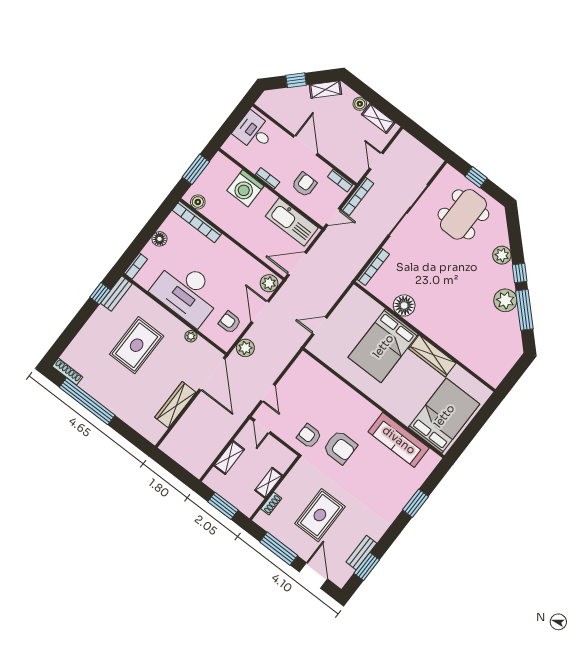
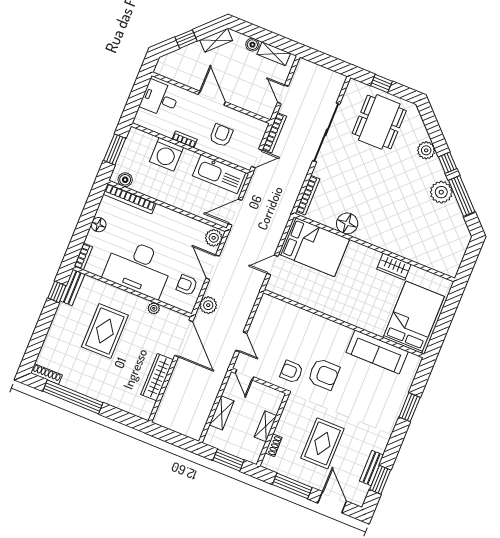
bookcase: (340, 180) -> (254, 122), removed
bed: (383, 346) -> (314, 247), moved, turned -90
wardrobe: (432, 356) -> (394, 267), width x0.67

